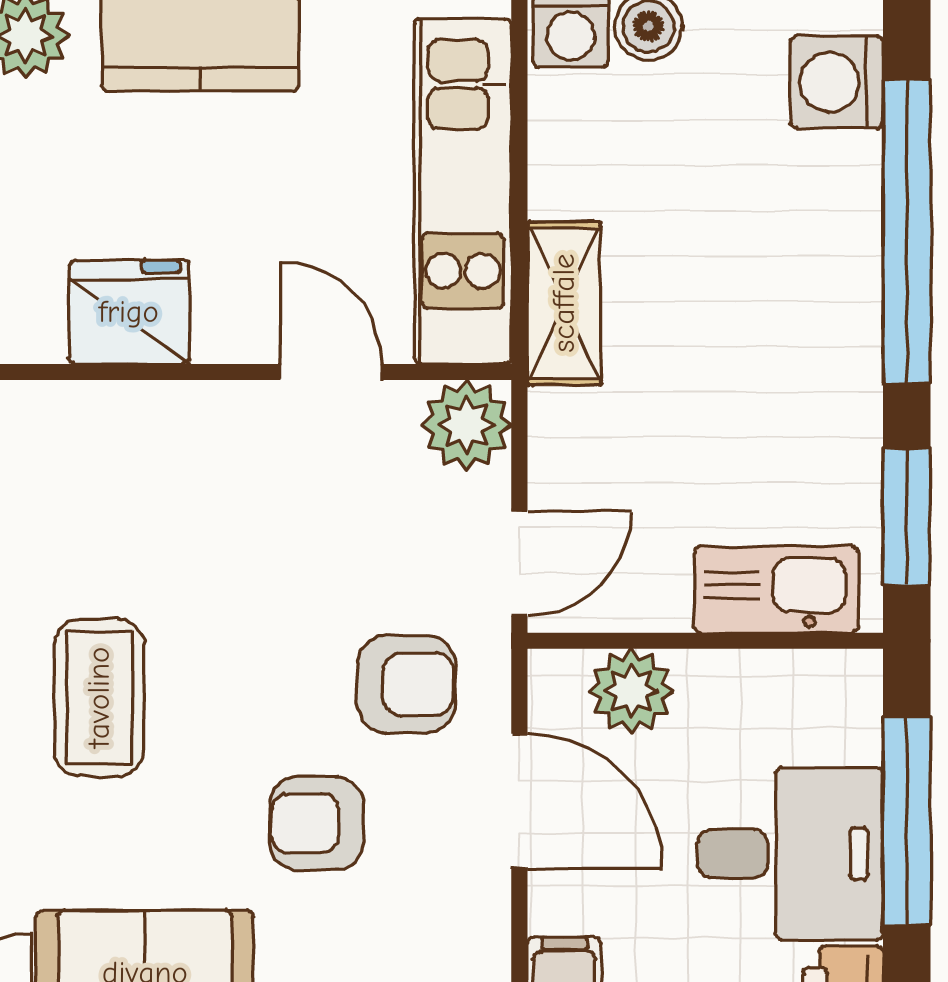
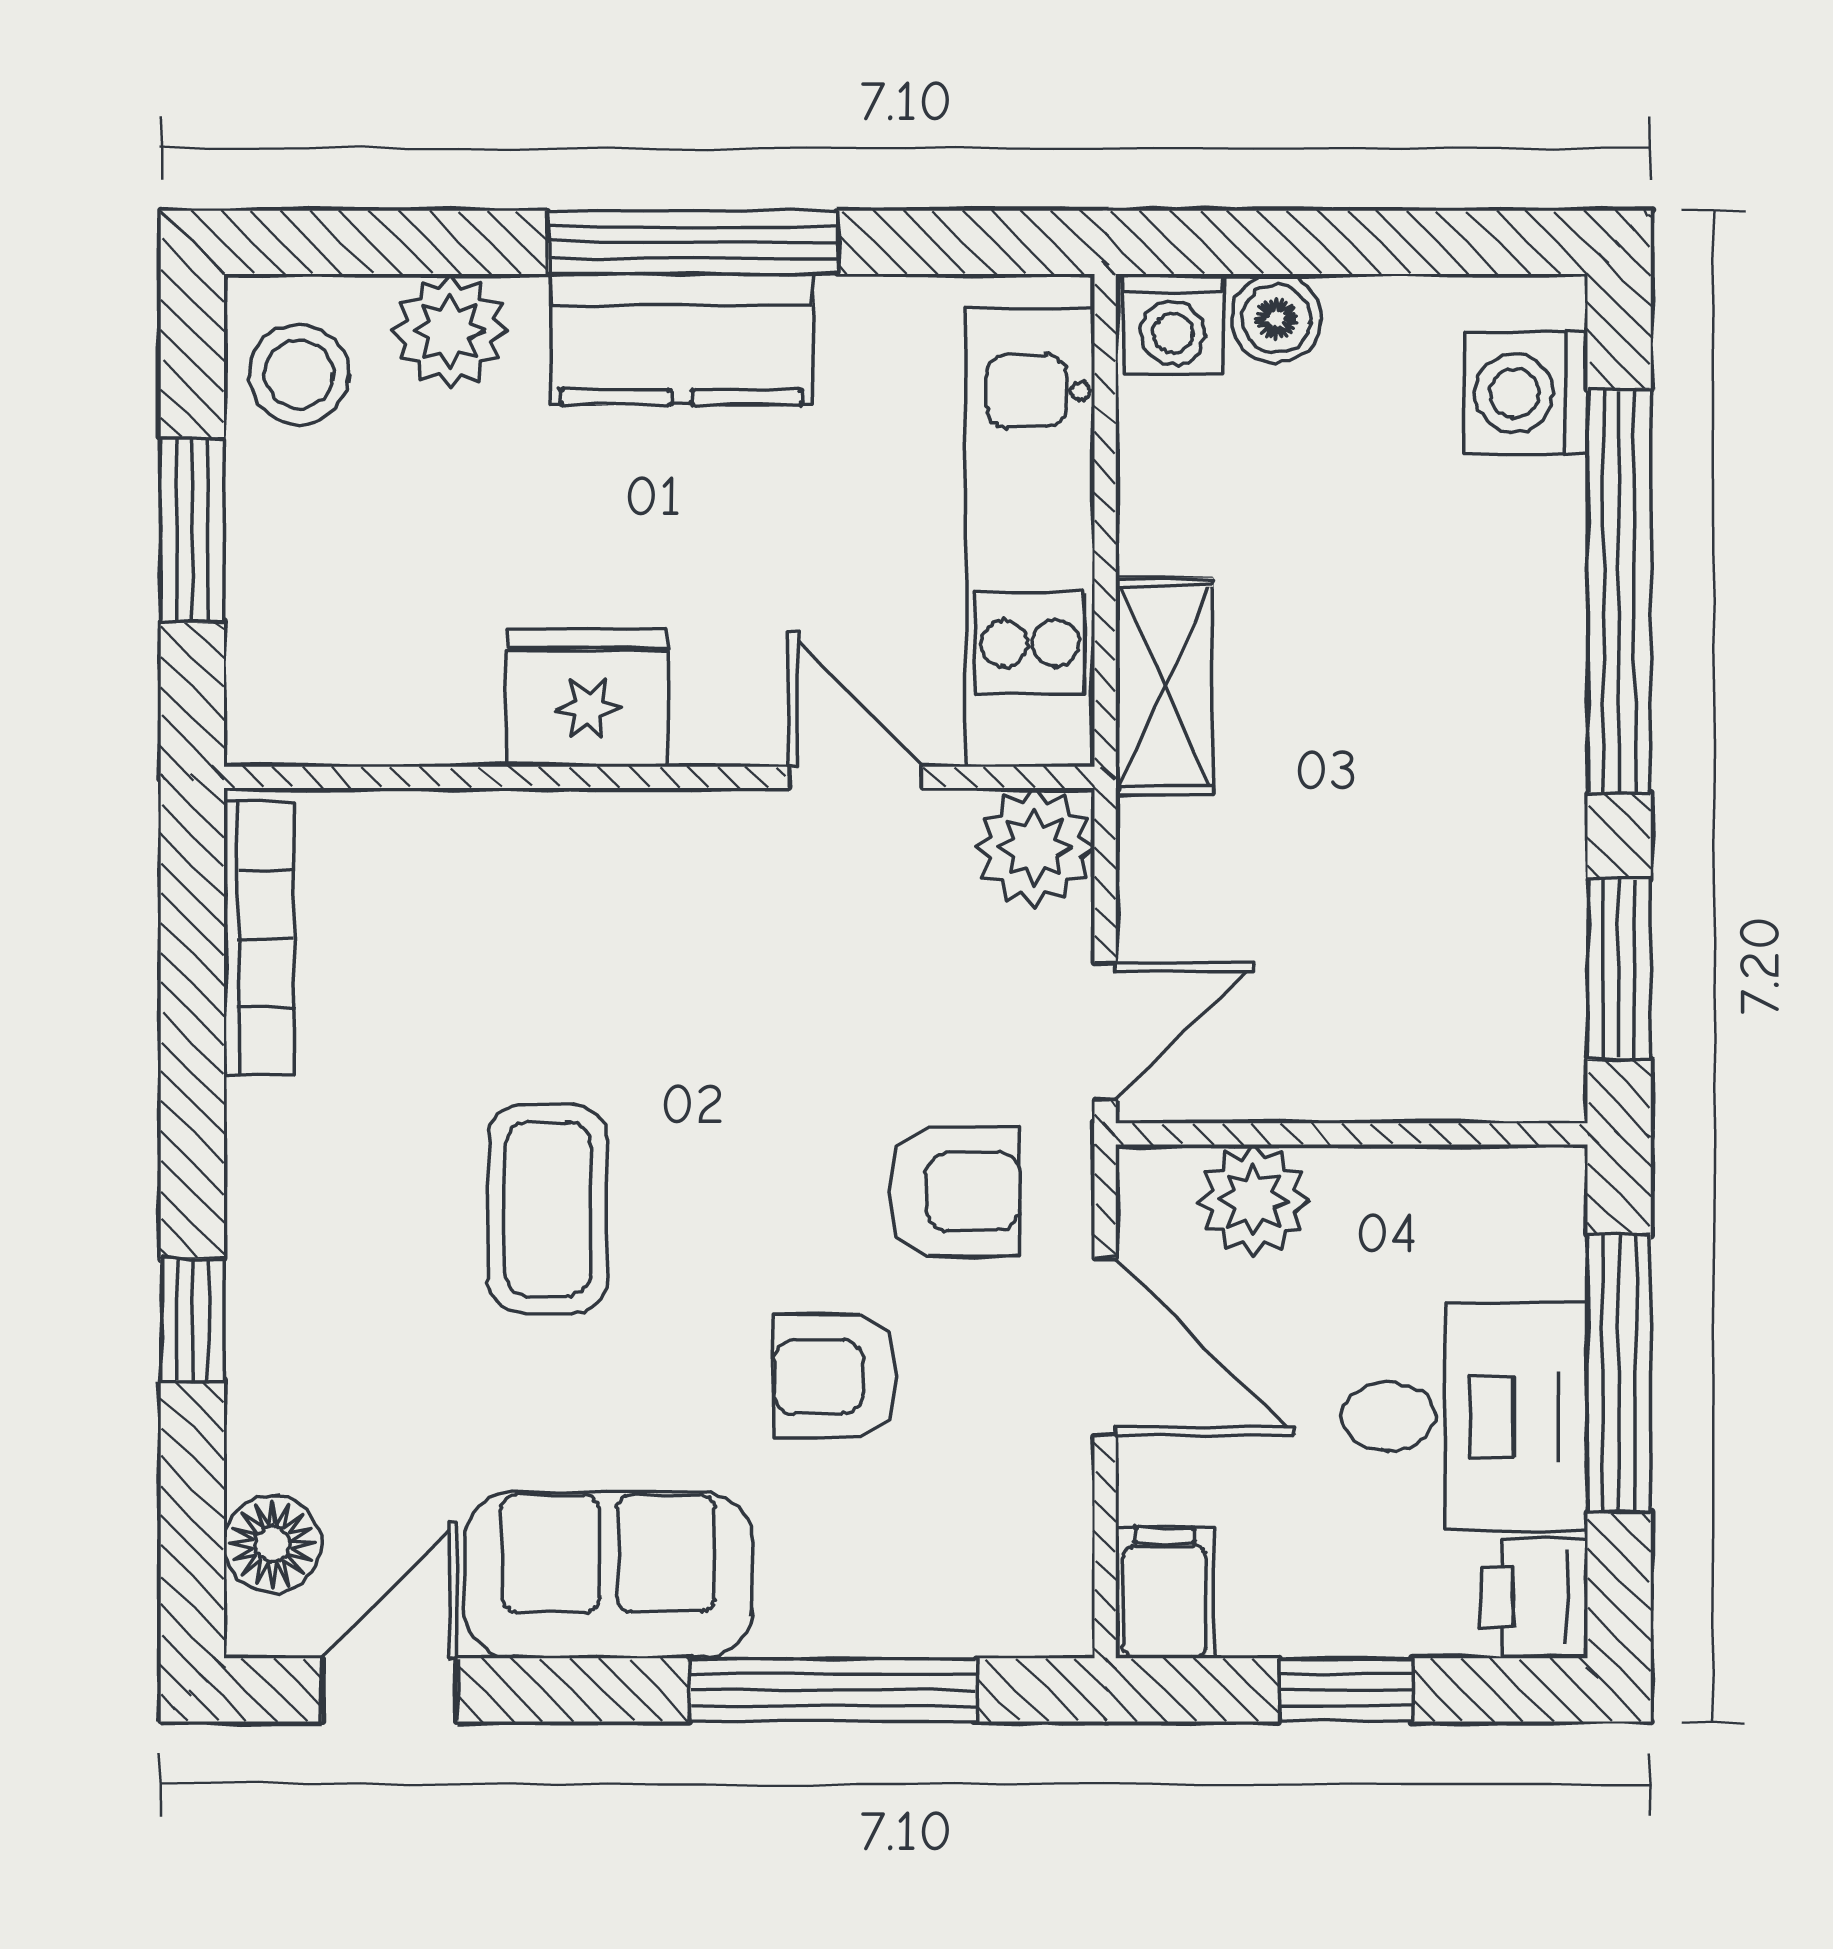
kitchen sink: (776, 589) -> (1446, 1066), removed

